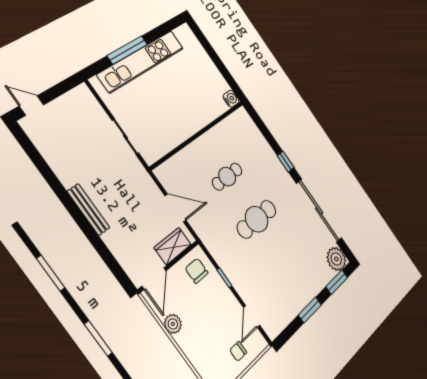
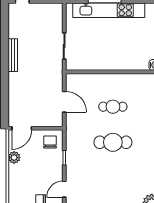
bench: (88, 210) -> (13, 55), moved
wardrobe: (173, 246) -> (46, 120), removed

